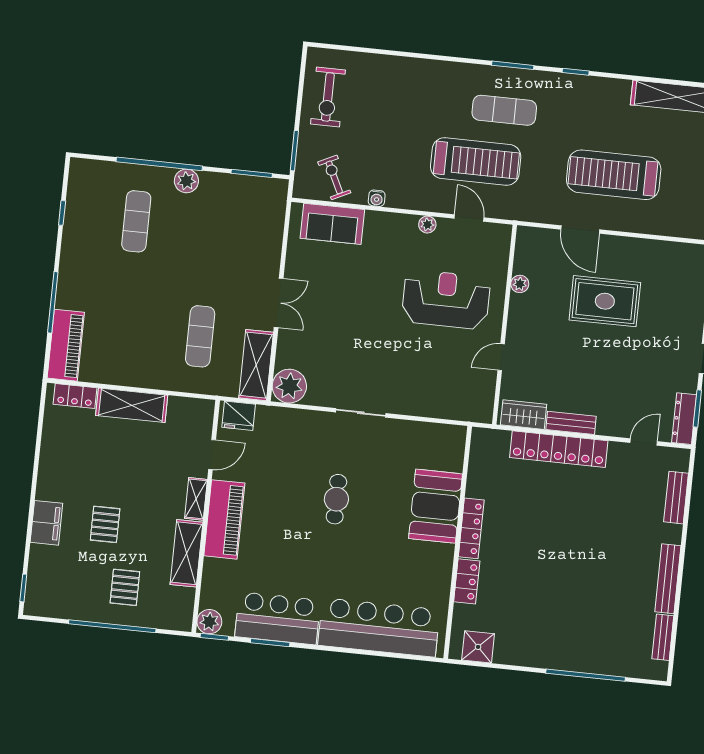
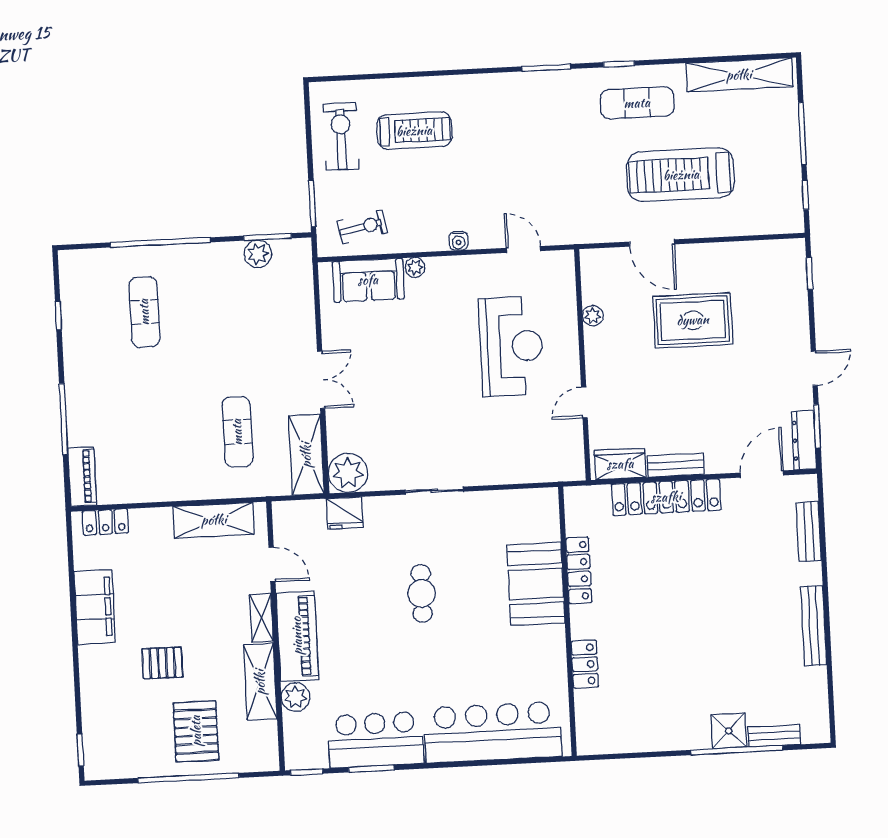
exercise bike: (328, 97) -> (341, 136), turned 180
exercise mat: (504, 110) -> (637, 103), moved
treadmill: (476, 162) -> (414, 131), moved, width x0.73, depth x0.73
exercise bike: (334, 177) -> (362, 227), turned 105
plant: (186, 181) -> (258, 254), moved
water cooler: (377, 198) -> (458, 241), moved
plant: (427, 225) -> (415, 267), moved
reception desk: (446, 299) -> (511, 346), turned 90
piano: (66, 345) -> (82, 477), width x0.73, depth x0.75
shelving: (132, 405) -> (214, 520), moved
fridge: (239, 416) -> (345, 513), moved
door: (644, 442) -> (762, 474), width x1.38
door: (212, 455) -> (272, 565), hinge flipped
filing cabinet: (46, 523) -> (95, 607), moved, width x1.50, depth x1.17
pallet: (105, 524) -> (162, 663), turned 90
locker: (471, 528) -> (579, 570), moved
pallet: (125, 587) -> (196, 731), width x1.50, depth x1.42
plant: (209, 622) -> (295, 697), moved
bench: (663, 637) -> (774, 736), moved, turned 90
shower: (478, 647) -> (729, 731), moved

